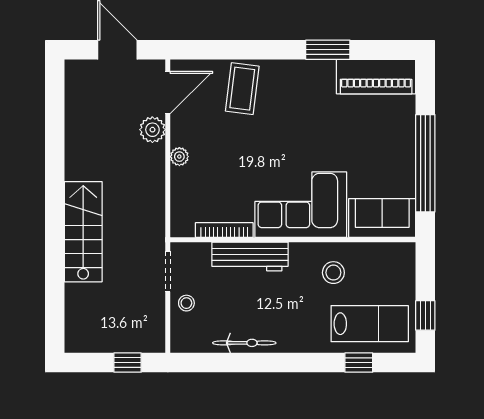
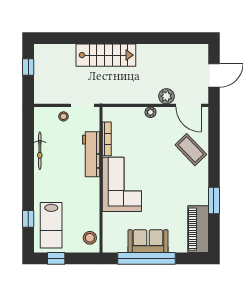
coffee table: (242, 89) -> (191, 150), turned 39
sofa: (382, 218) -> (148, 241), moved, turned -90
stool: (333, 273) -> (90, 238), moved
window: (128, 363) -> (28, 67), moved

